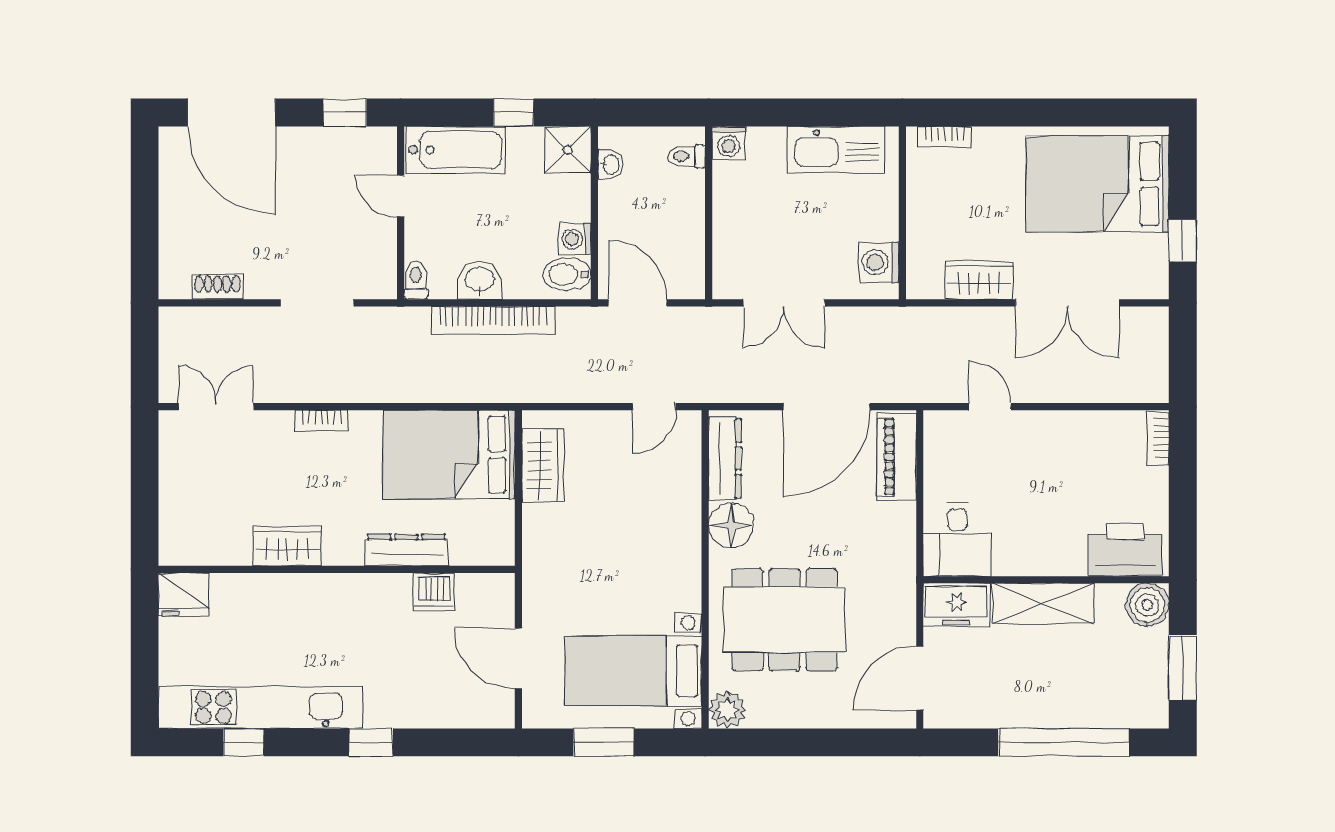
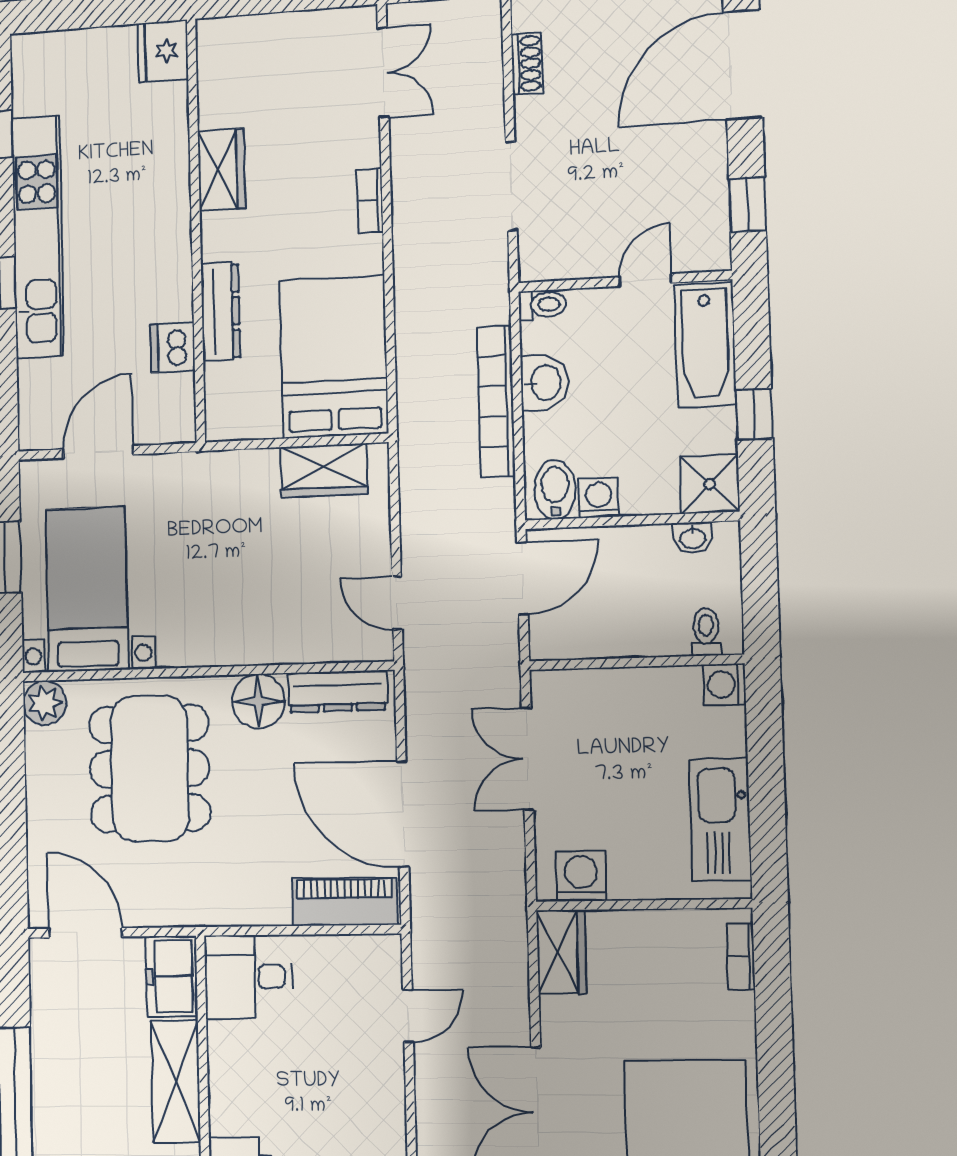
wardrobe: (979, 280) -> (561, 952), moved
kitchen unit: (260, 707) -> (38, 237), moved

